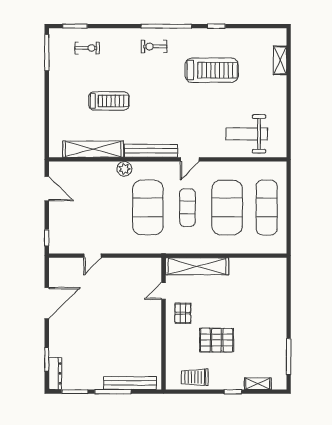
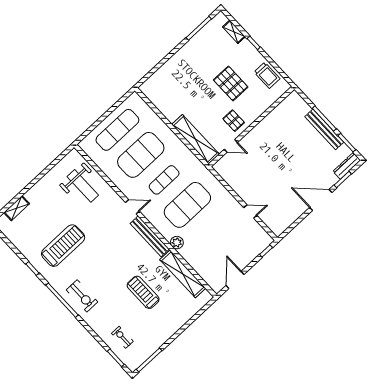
exercise bike: (154, 46) -> (82, 296), width x1.38, depth x1.39
treadmill: (212, 70) -> (63, 246), turned 90
door: (47, 303) -> (321, 200), moved
pallet: (183, 313) -> (234, 121), turned 90
bench: (130, 383) -> (324, 129), moved

